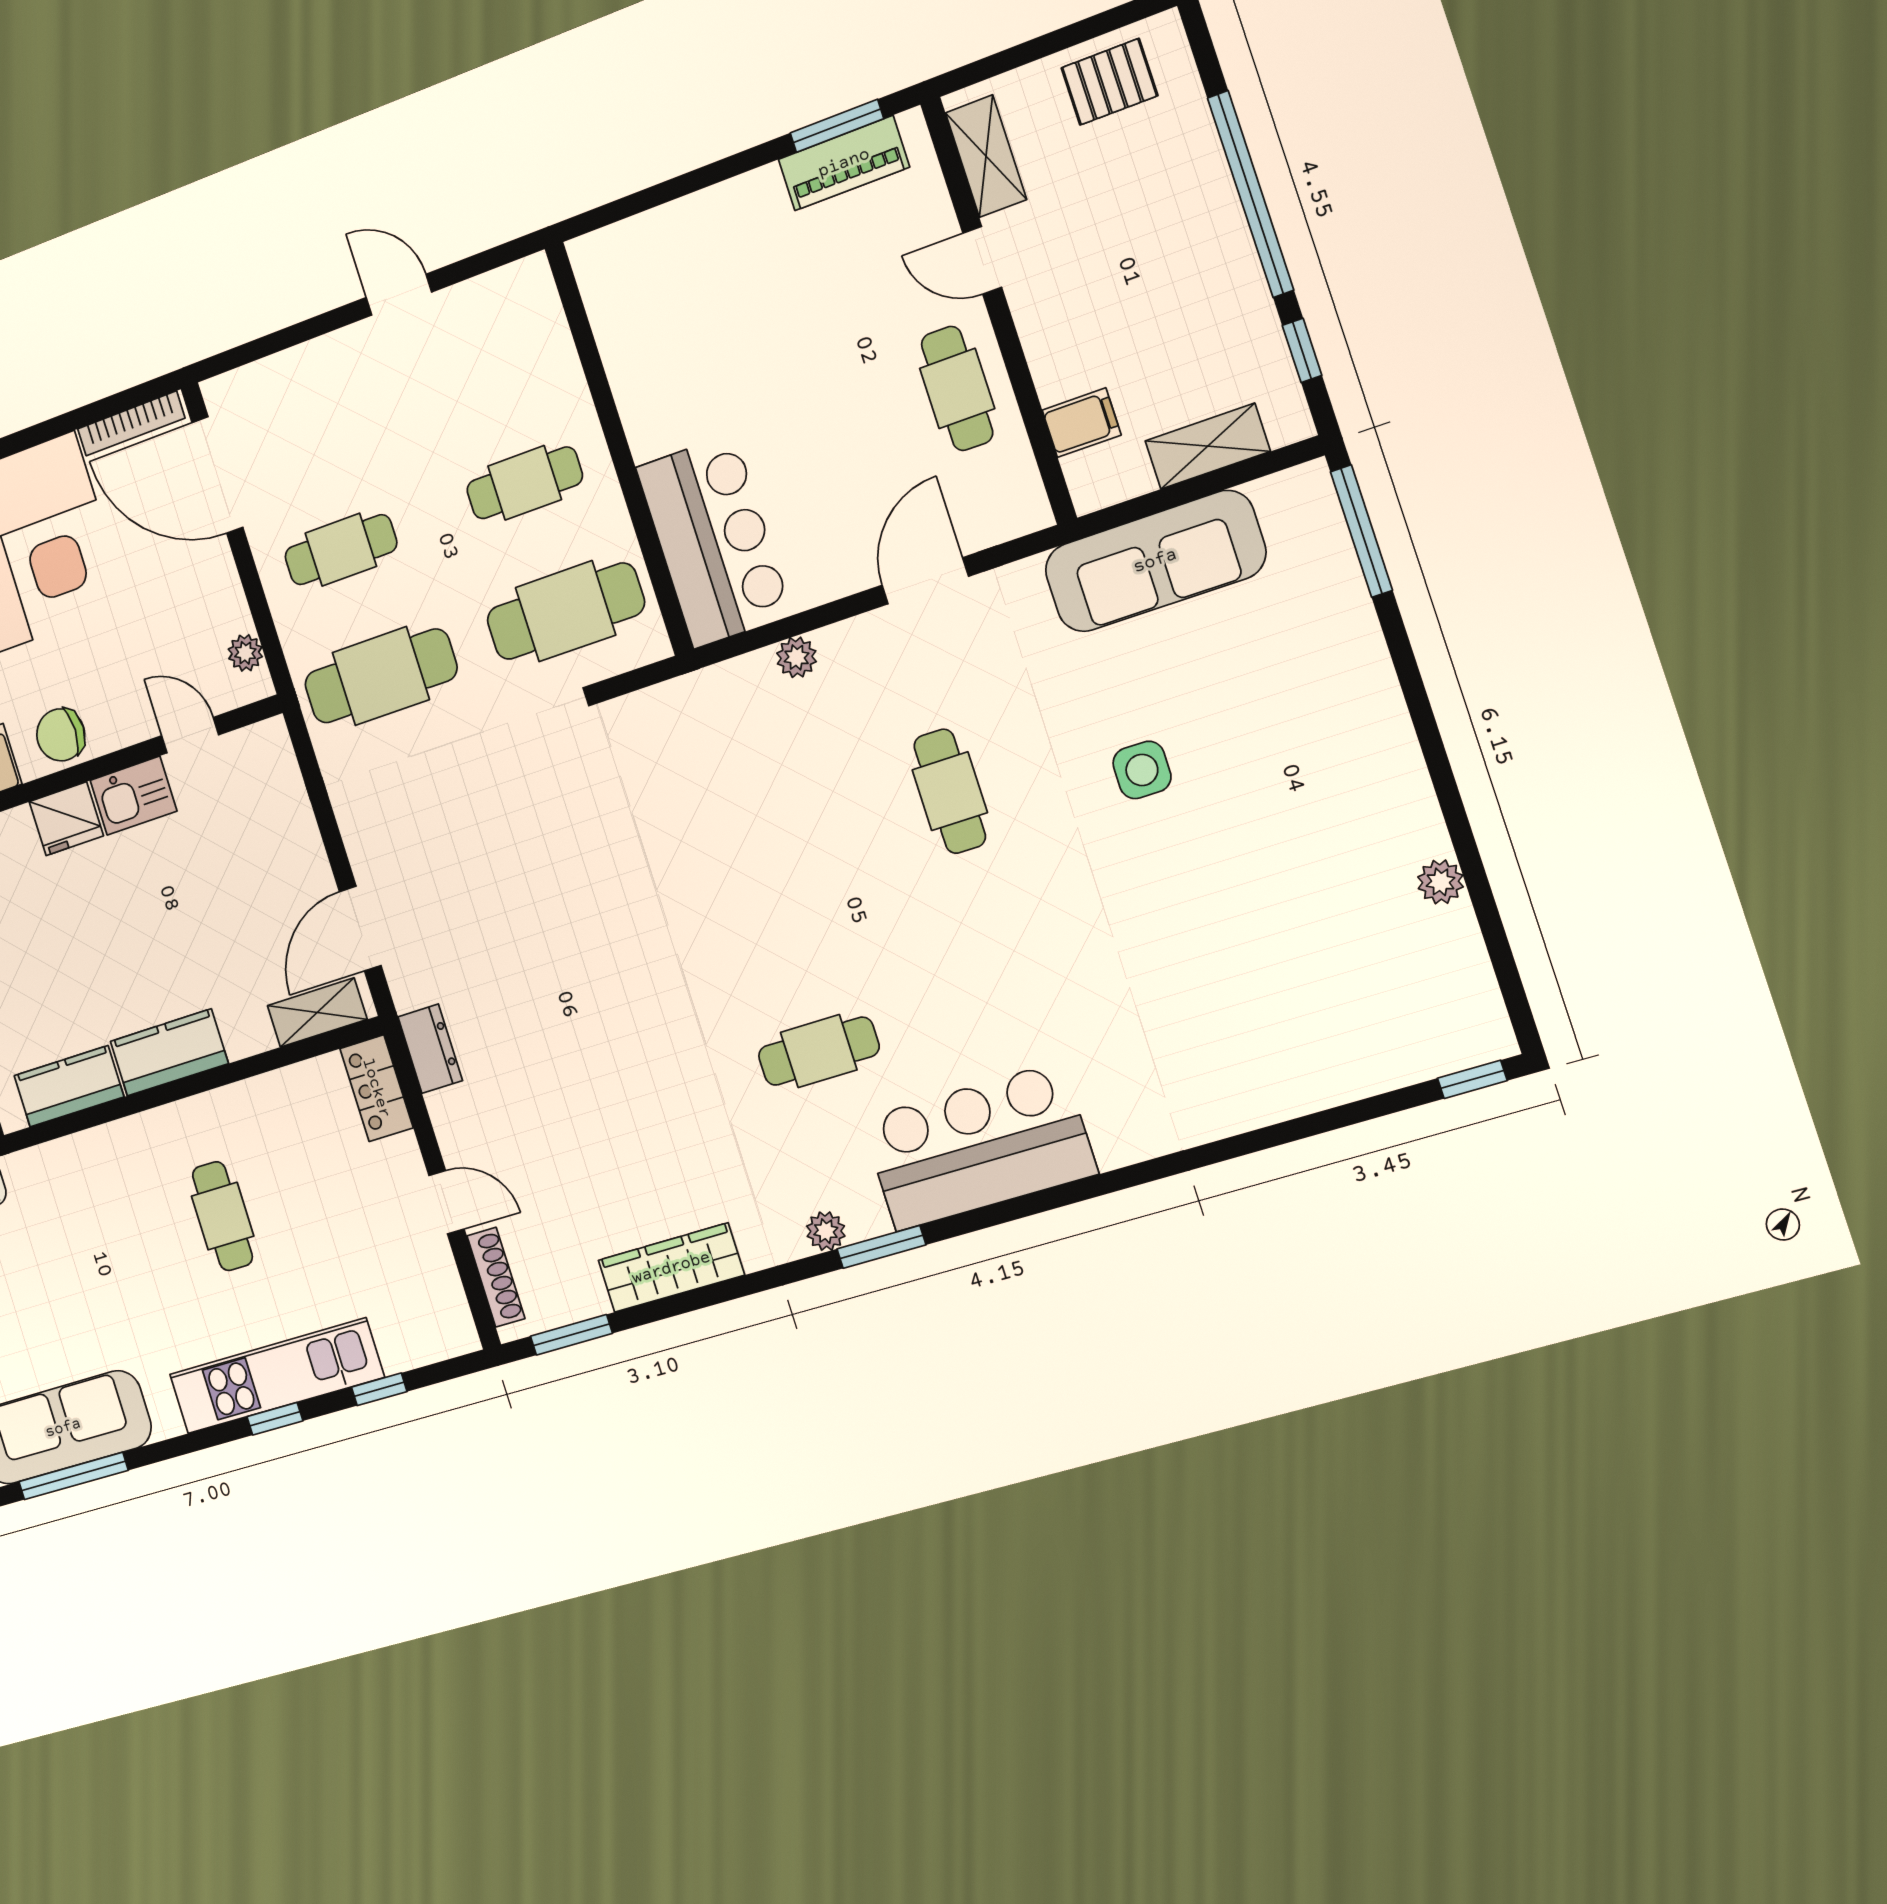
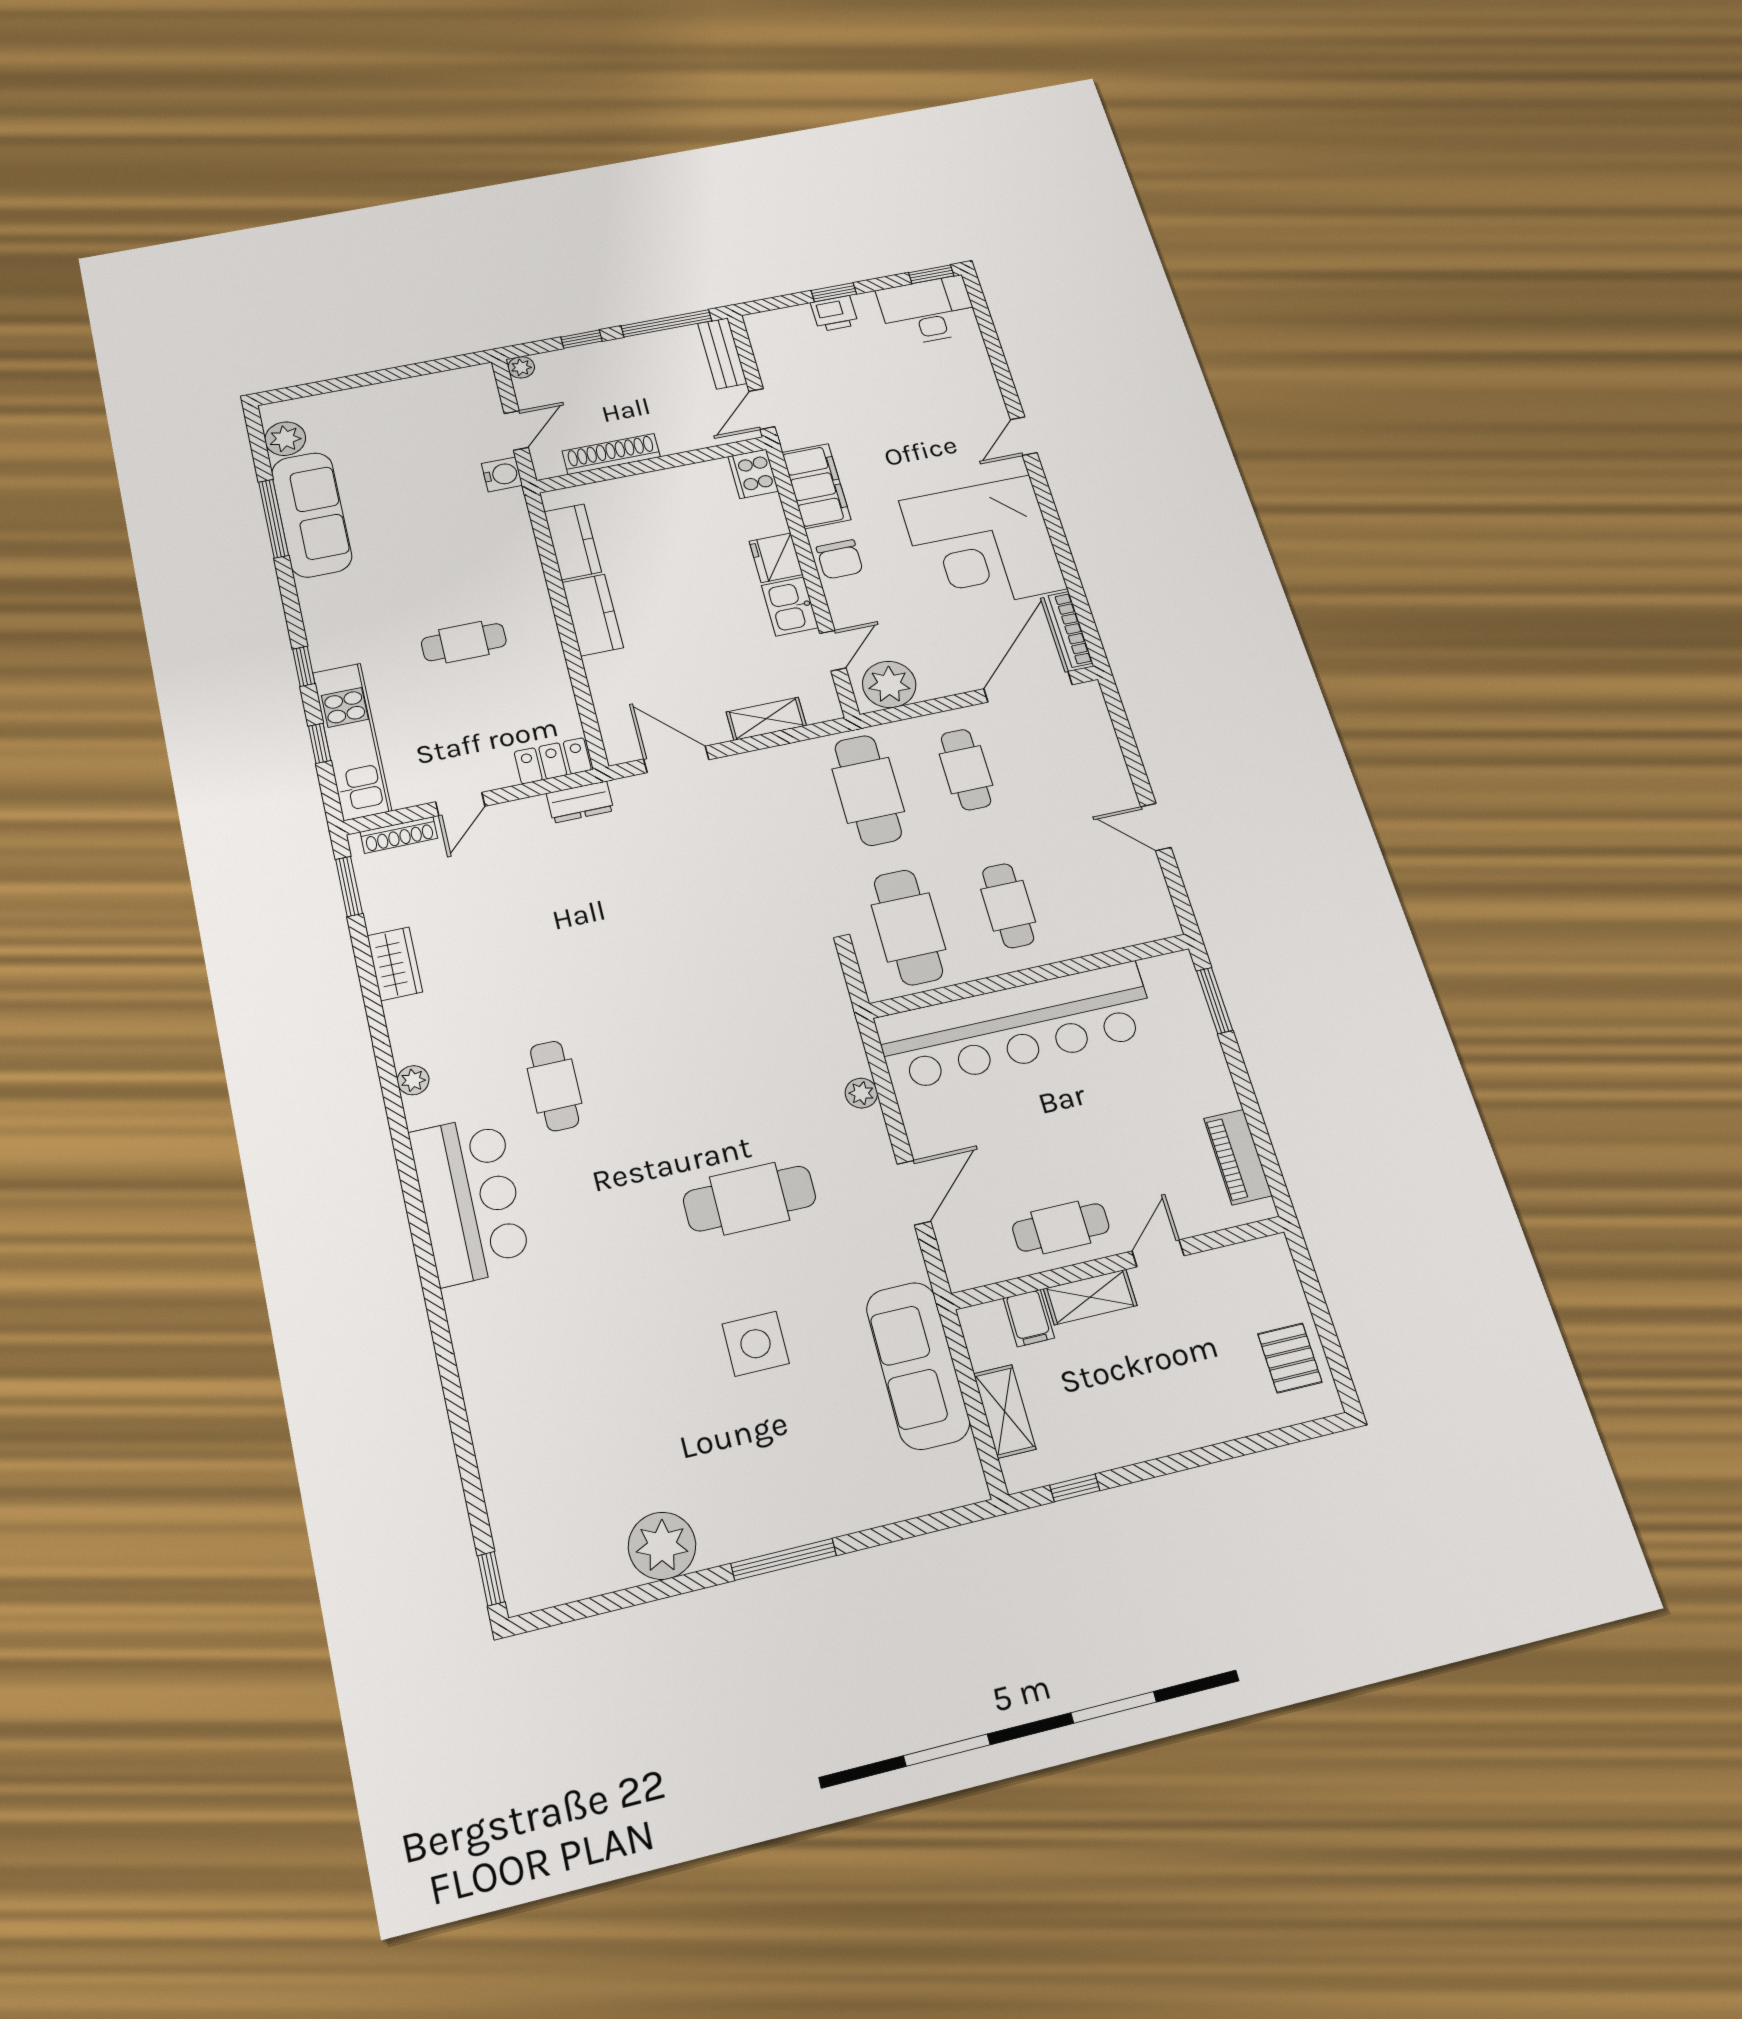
window: (837, 126) -> (1215, 1001), moved
shelving: (986, 156) -> (1090, 1297), moved
window: (1251, 194) -> (1198, 1458), removed
door: (399, 295) -> (1156, 827), swing flipped
window: (1361, 531) -> (784, 1559), moved
bar counter: (714, 541) -> (1016, 1026), width x1.86
door: (925, 581) -> (914, 1193), hinge flipped
plant: (245, 653) -> (889, 684), width x1.87, depth x1.87
chair: (61, 735) -> (840, 559), turned 180
side table: (1142, 770) -> (756, 1344), width x1.37, depth x1.37
cafe table: (950, 791) -> (750, 1199), width x1.37, depth x1.35
plant: (1441, 882) -> (662, 1546), width x1.87, depth x1.87
shelving: (317, 1012) -> (766, 719), moved, turned 90
window: (881, 1247) -> (397, 1121), removed
wardrobe: (671, 1268) -> (395, 964), width x0.67
kitchen unit: (276, 1376) -> (352, 741), moved

